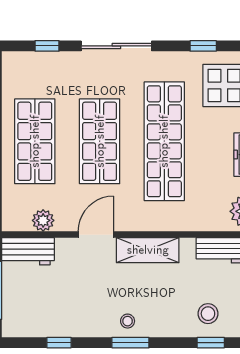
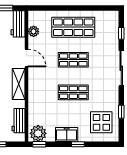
shop shelf: (100, 141) -> (73, 60), width x0.70, depth x0.74
shop shelf: (164, 141) -> (73, 92), width x0.50, depth x0.74

